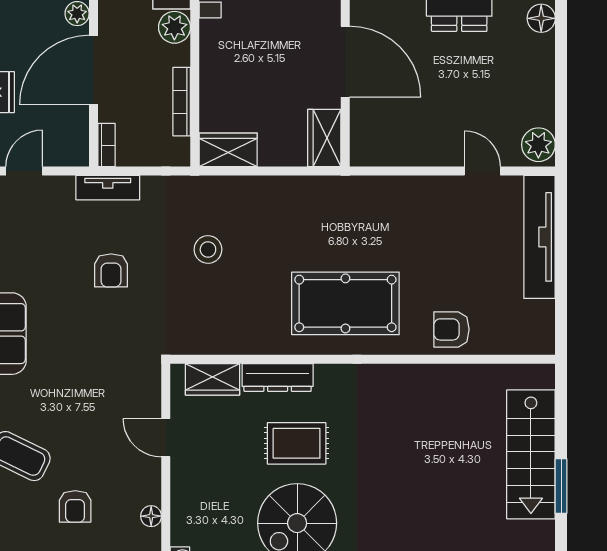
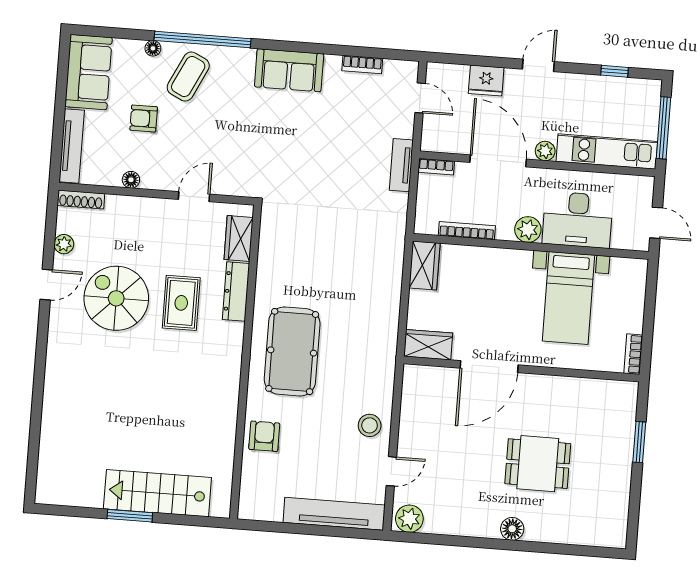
stool: (208, 250) -> (370, 425), moved
armchair: (111, 270) -> (334, 163), removed

